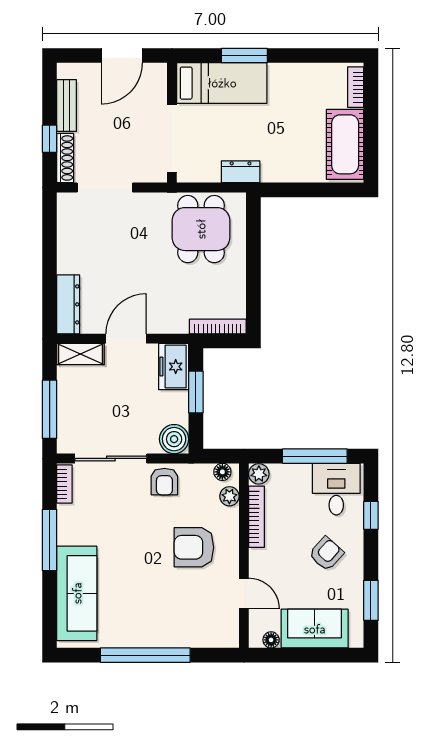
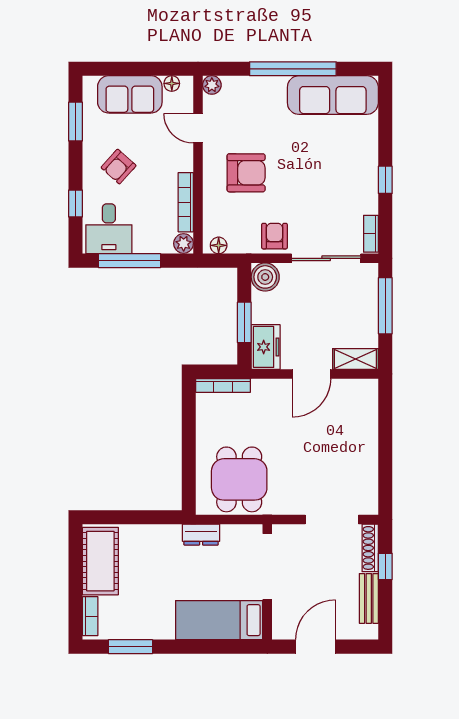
window: (244, 56) -> (130, 647), moved
dresser: (68, 304) -> (367, 407), removed
plant: (229, 496) -> (212, 85), moved
window: (50, 540) -> (385, 180), width x0.46
sofa: (77, 593) -> (333, 95), moved, turned -90

